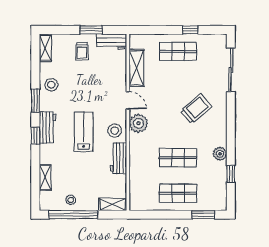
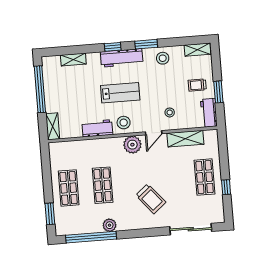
workbench: (47, 127) -> (122, 58), width x1.38
window: (231, 174) -> (91, 237), width x3.17
stool: (71, 200) -> (170, 112), moved

